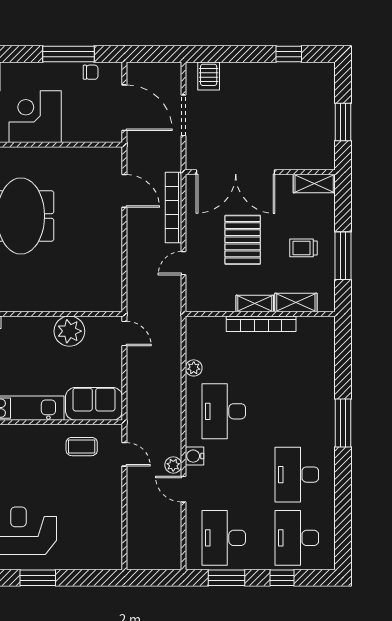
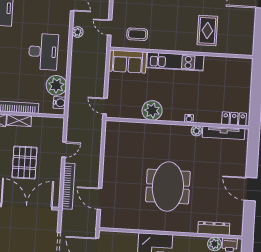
plant: (69, 331) -> (152, 110), moved
plant: (194, 368) -> (56, 85), width x1.88, depth x1.88
water cooler: (195, 456) -> (59, 103), moved
plant: (173, 465) -> (78, 32), moved

